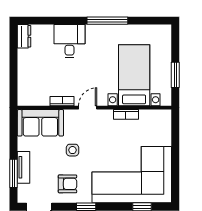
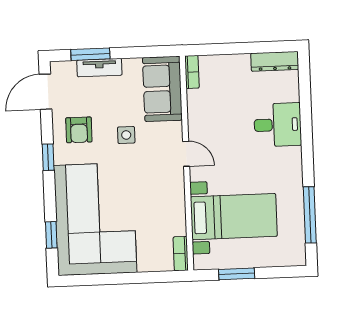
window: (107, 21) -> (310, 215), moved
dresser: (24, 36) -> (275, 61), width x1.44
bookcase: (62, 101) -> (192, 72), moved
bookcase: (126, 114) -> (181, 254), moved

